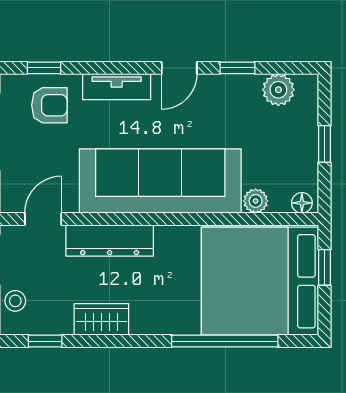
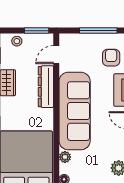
armchair: (49, 105) -> (111, 58), turned 180
door: (43, 219) -> (56, 55), swing flipped

